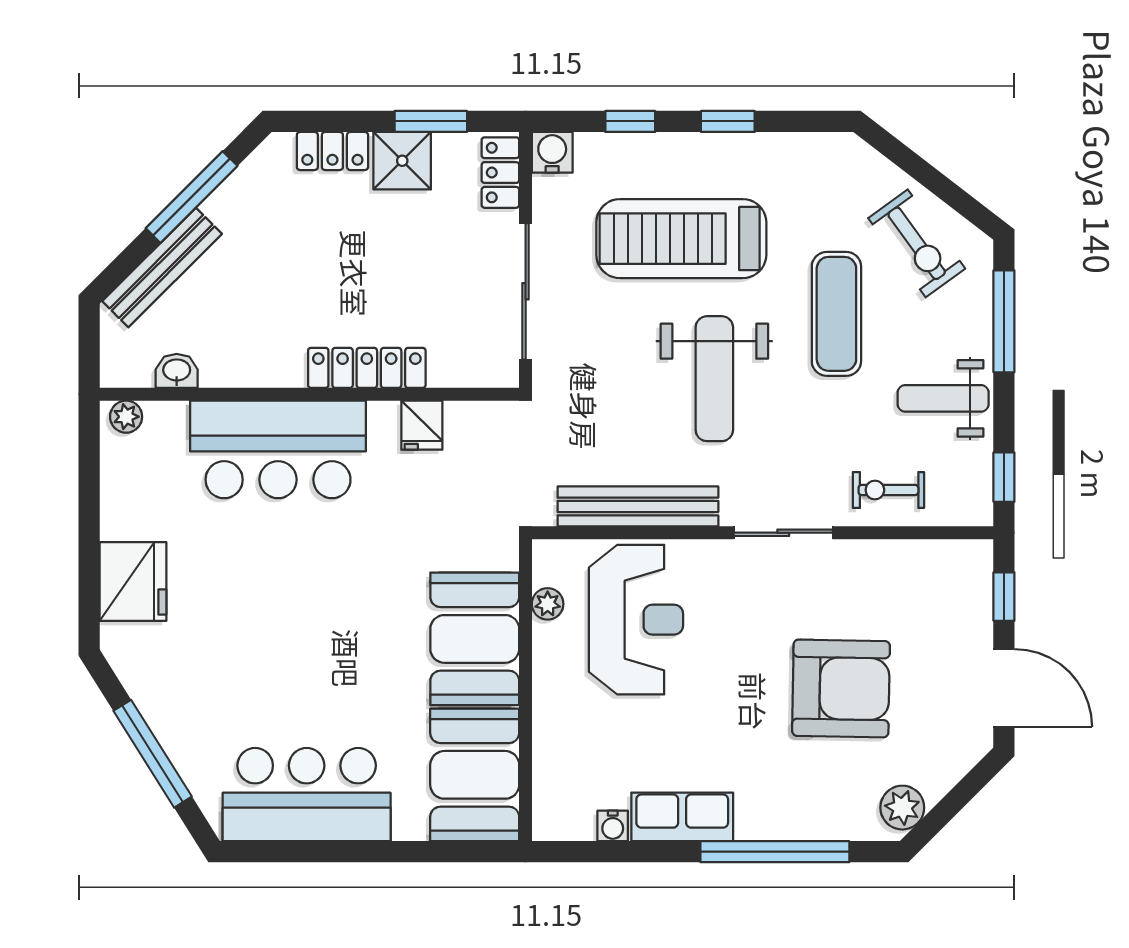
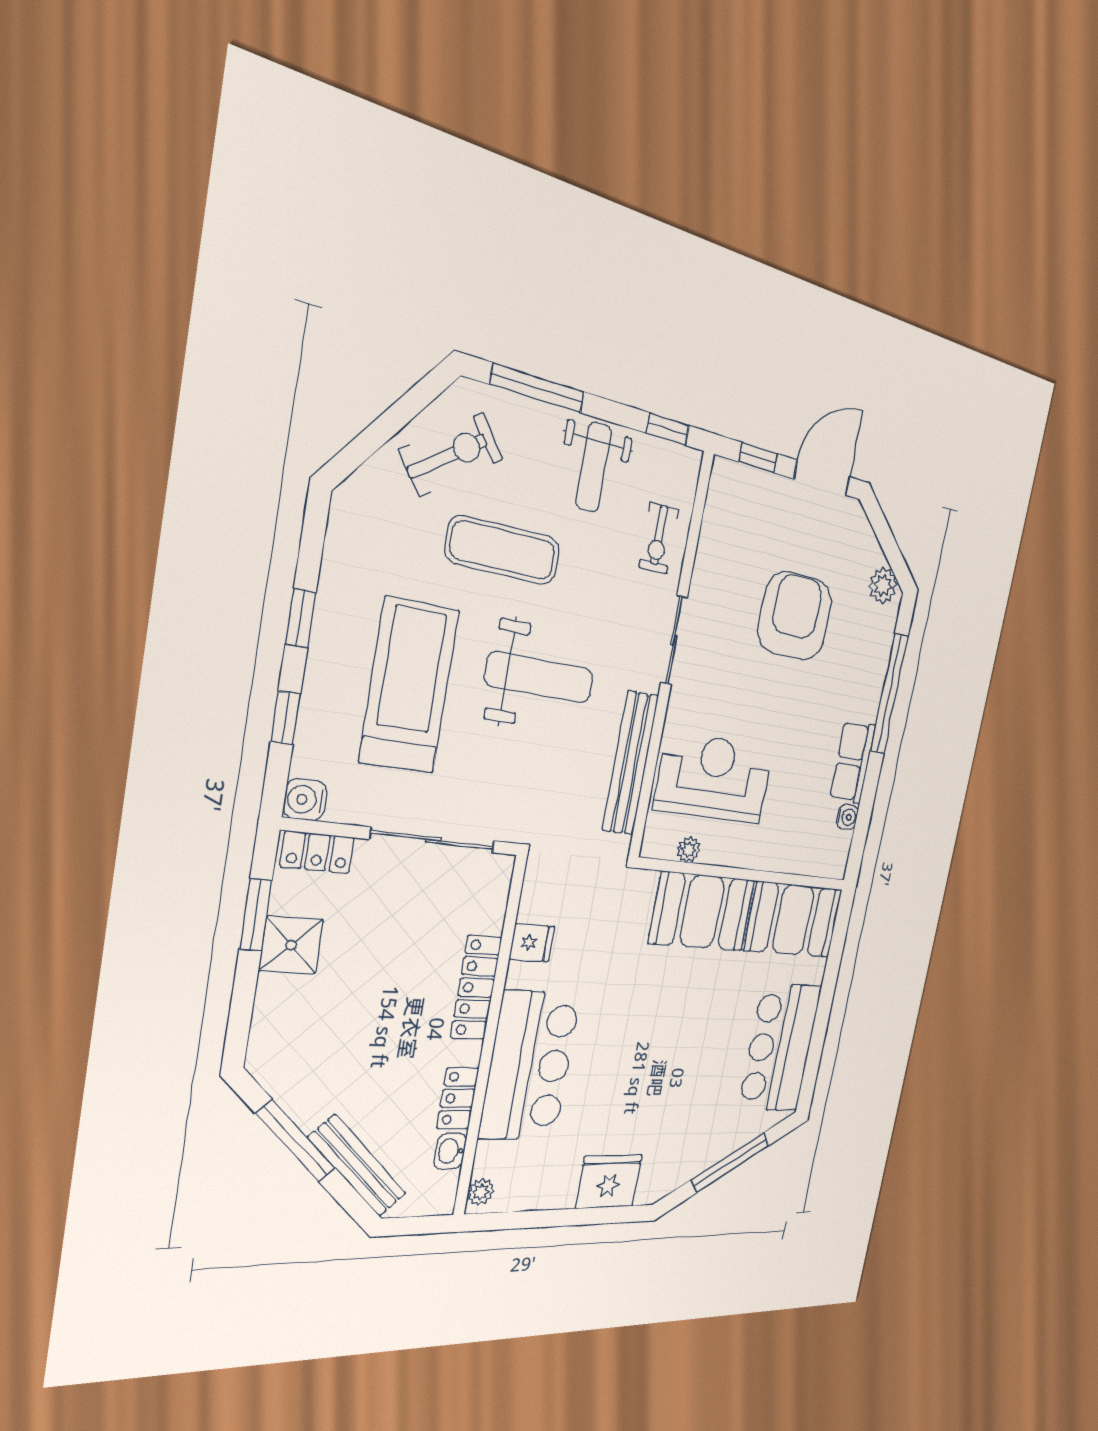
locker: (332, 151) -> (458, 1098), moved, turned 180
treadmill: (681, 239) -> (409, 686), turned 180

